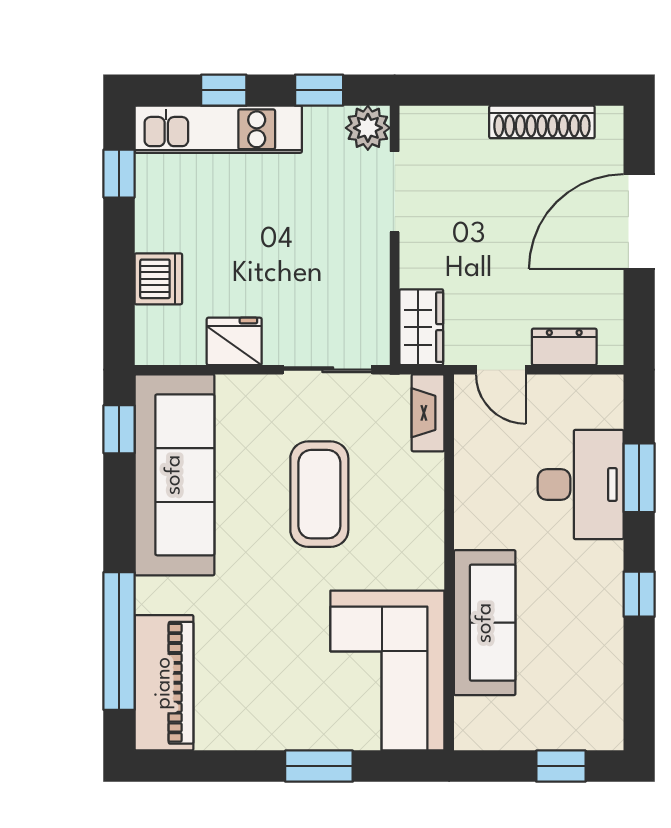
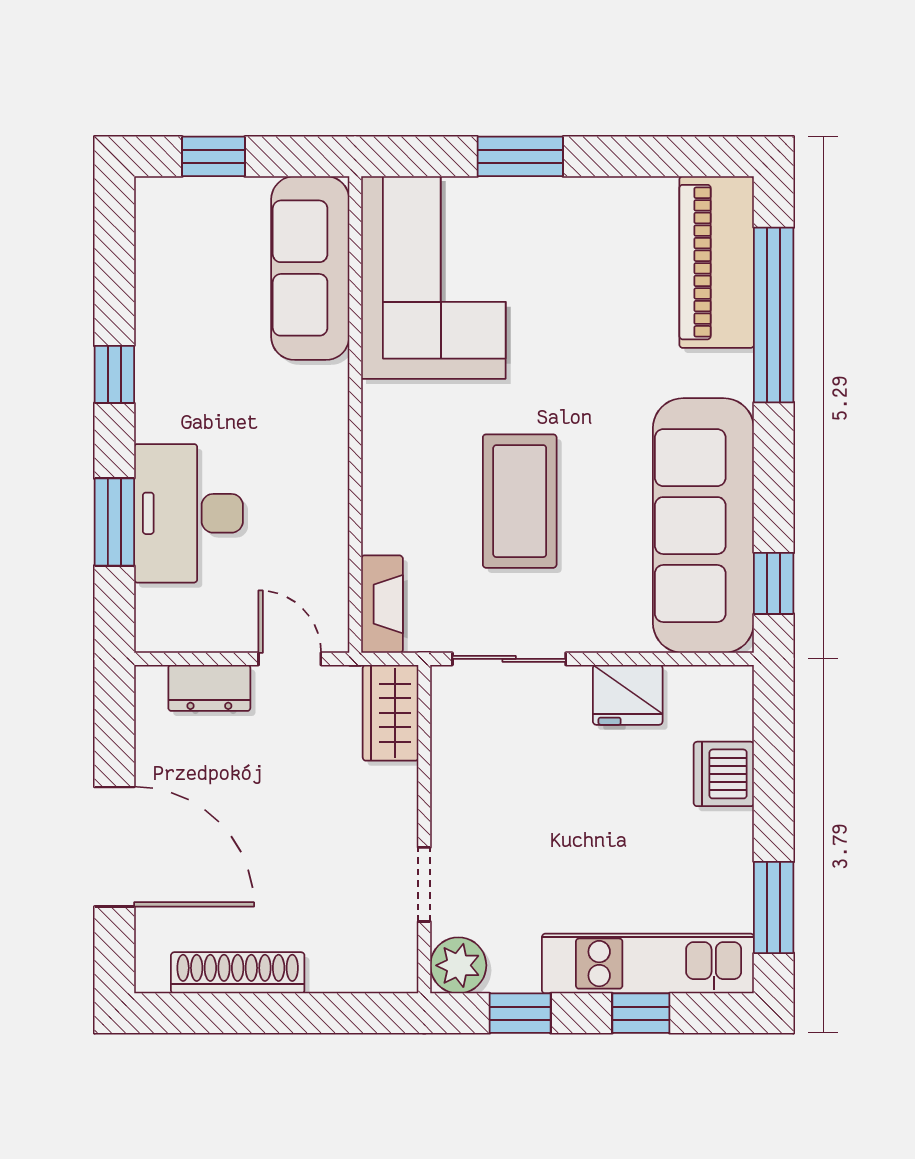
window: (119, 174) -> (774, 907), width x1.50
doorway: (395, 192) -> (424, 884), width x0.73
door: (639, 222) -> (114, 847), hinge flipped
sofa: (485, 623) -> (310, 268), moved

